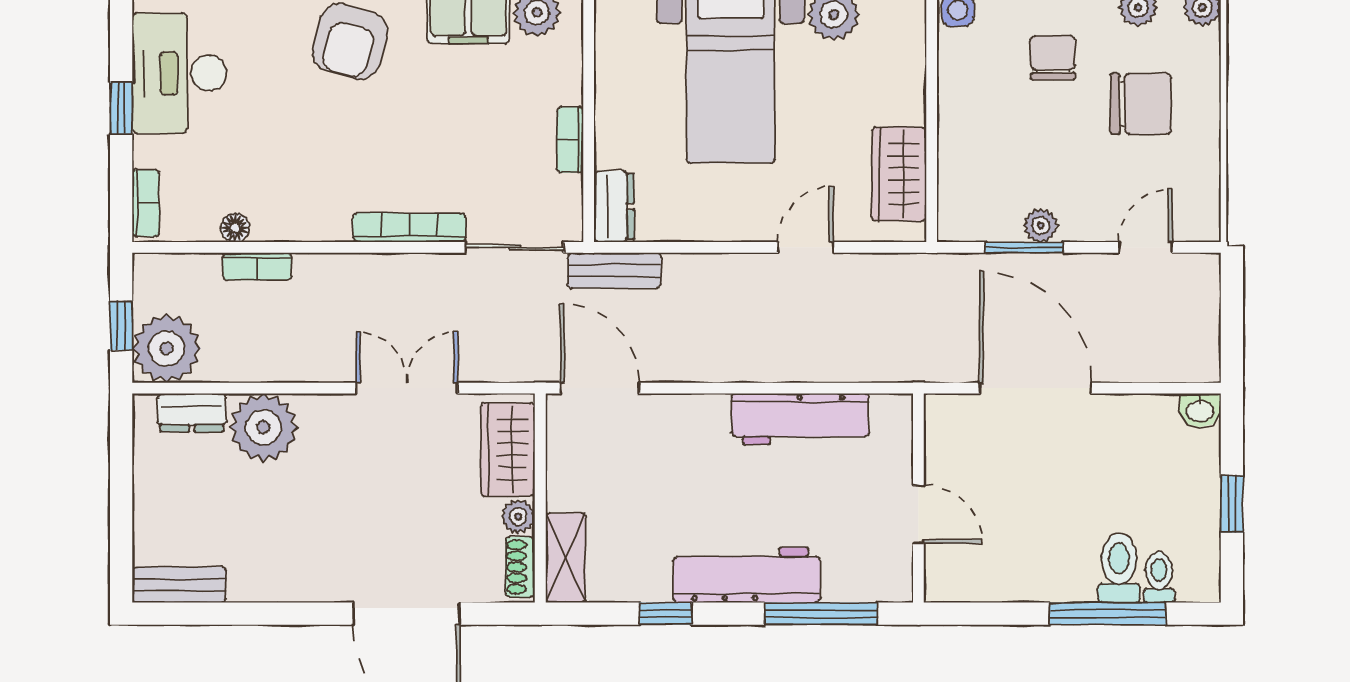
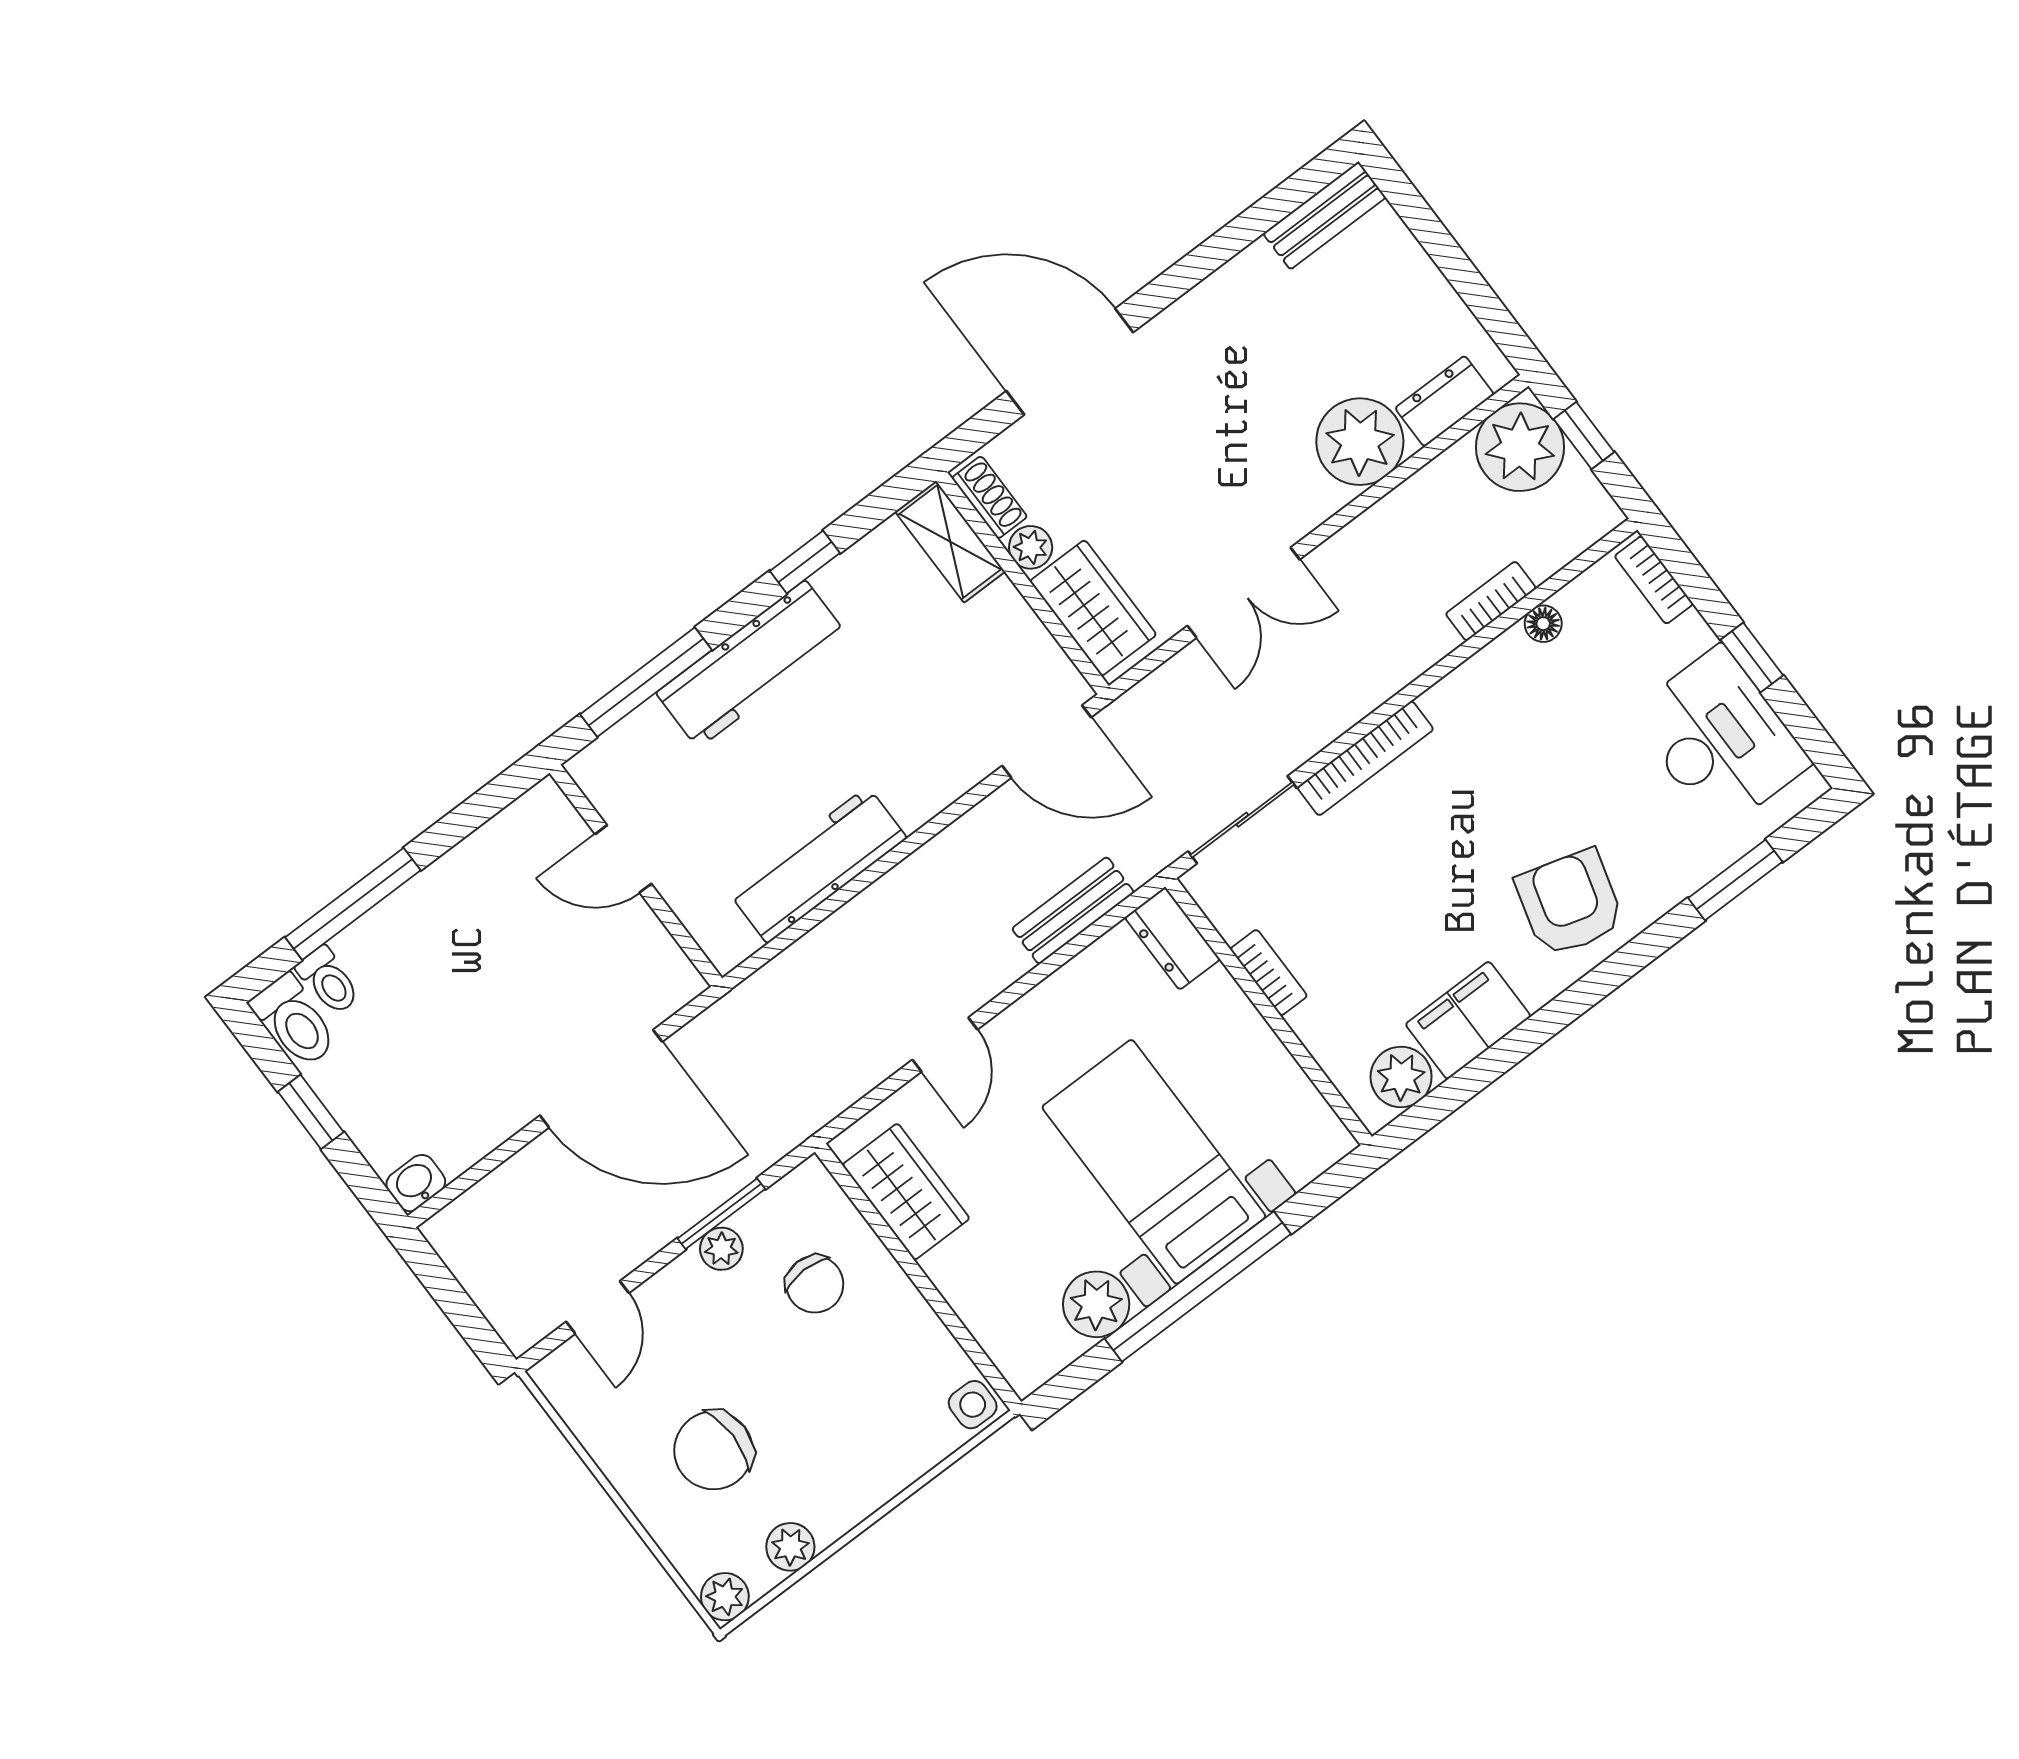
chair: (1053, 58) -> (815, 1284), moved
bench: (614, 270) -> (1073, 911), moved
toilet: (1119, 568) -> (295, 1021), moved

